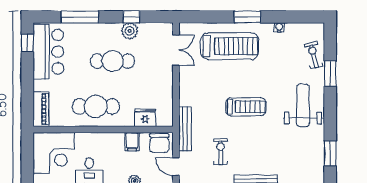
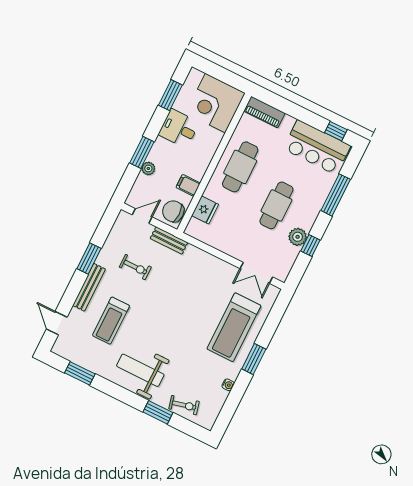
weight bench: (303, 105) -> (140, 370), turned 180
treadmill: (246, 107) -> (111, 321), moved
bench: (185, 129) -> (169, 240), width x0.73

